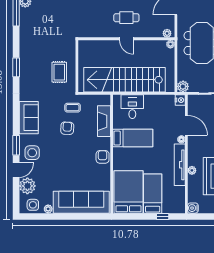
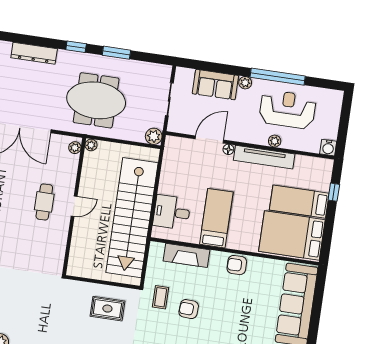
nightstand: (180, 100) -> (172, 143), removed

